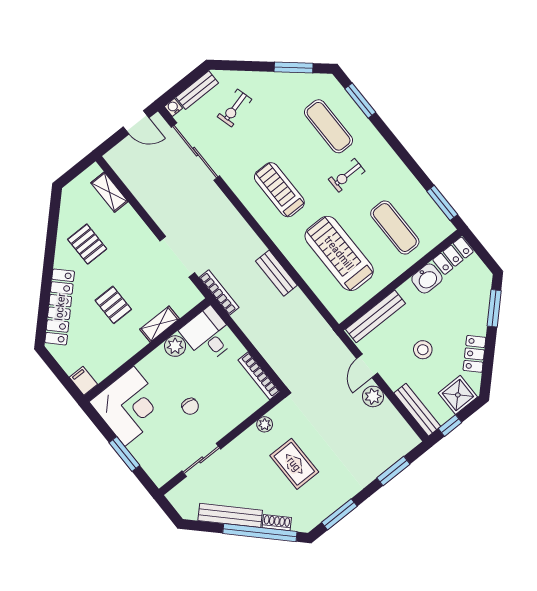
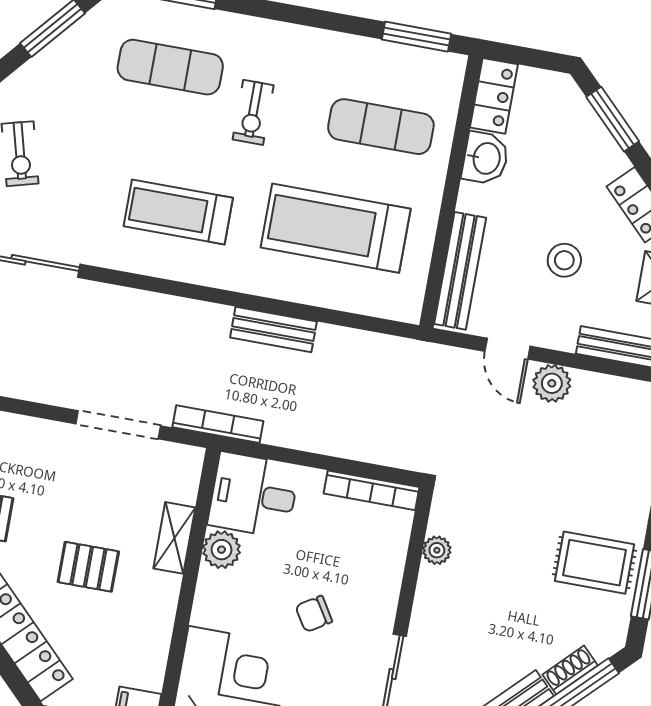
chair: (190, 406) -> (314, 614), turned 140
rug: (294, 464) -> (595, 563), moved

